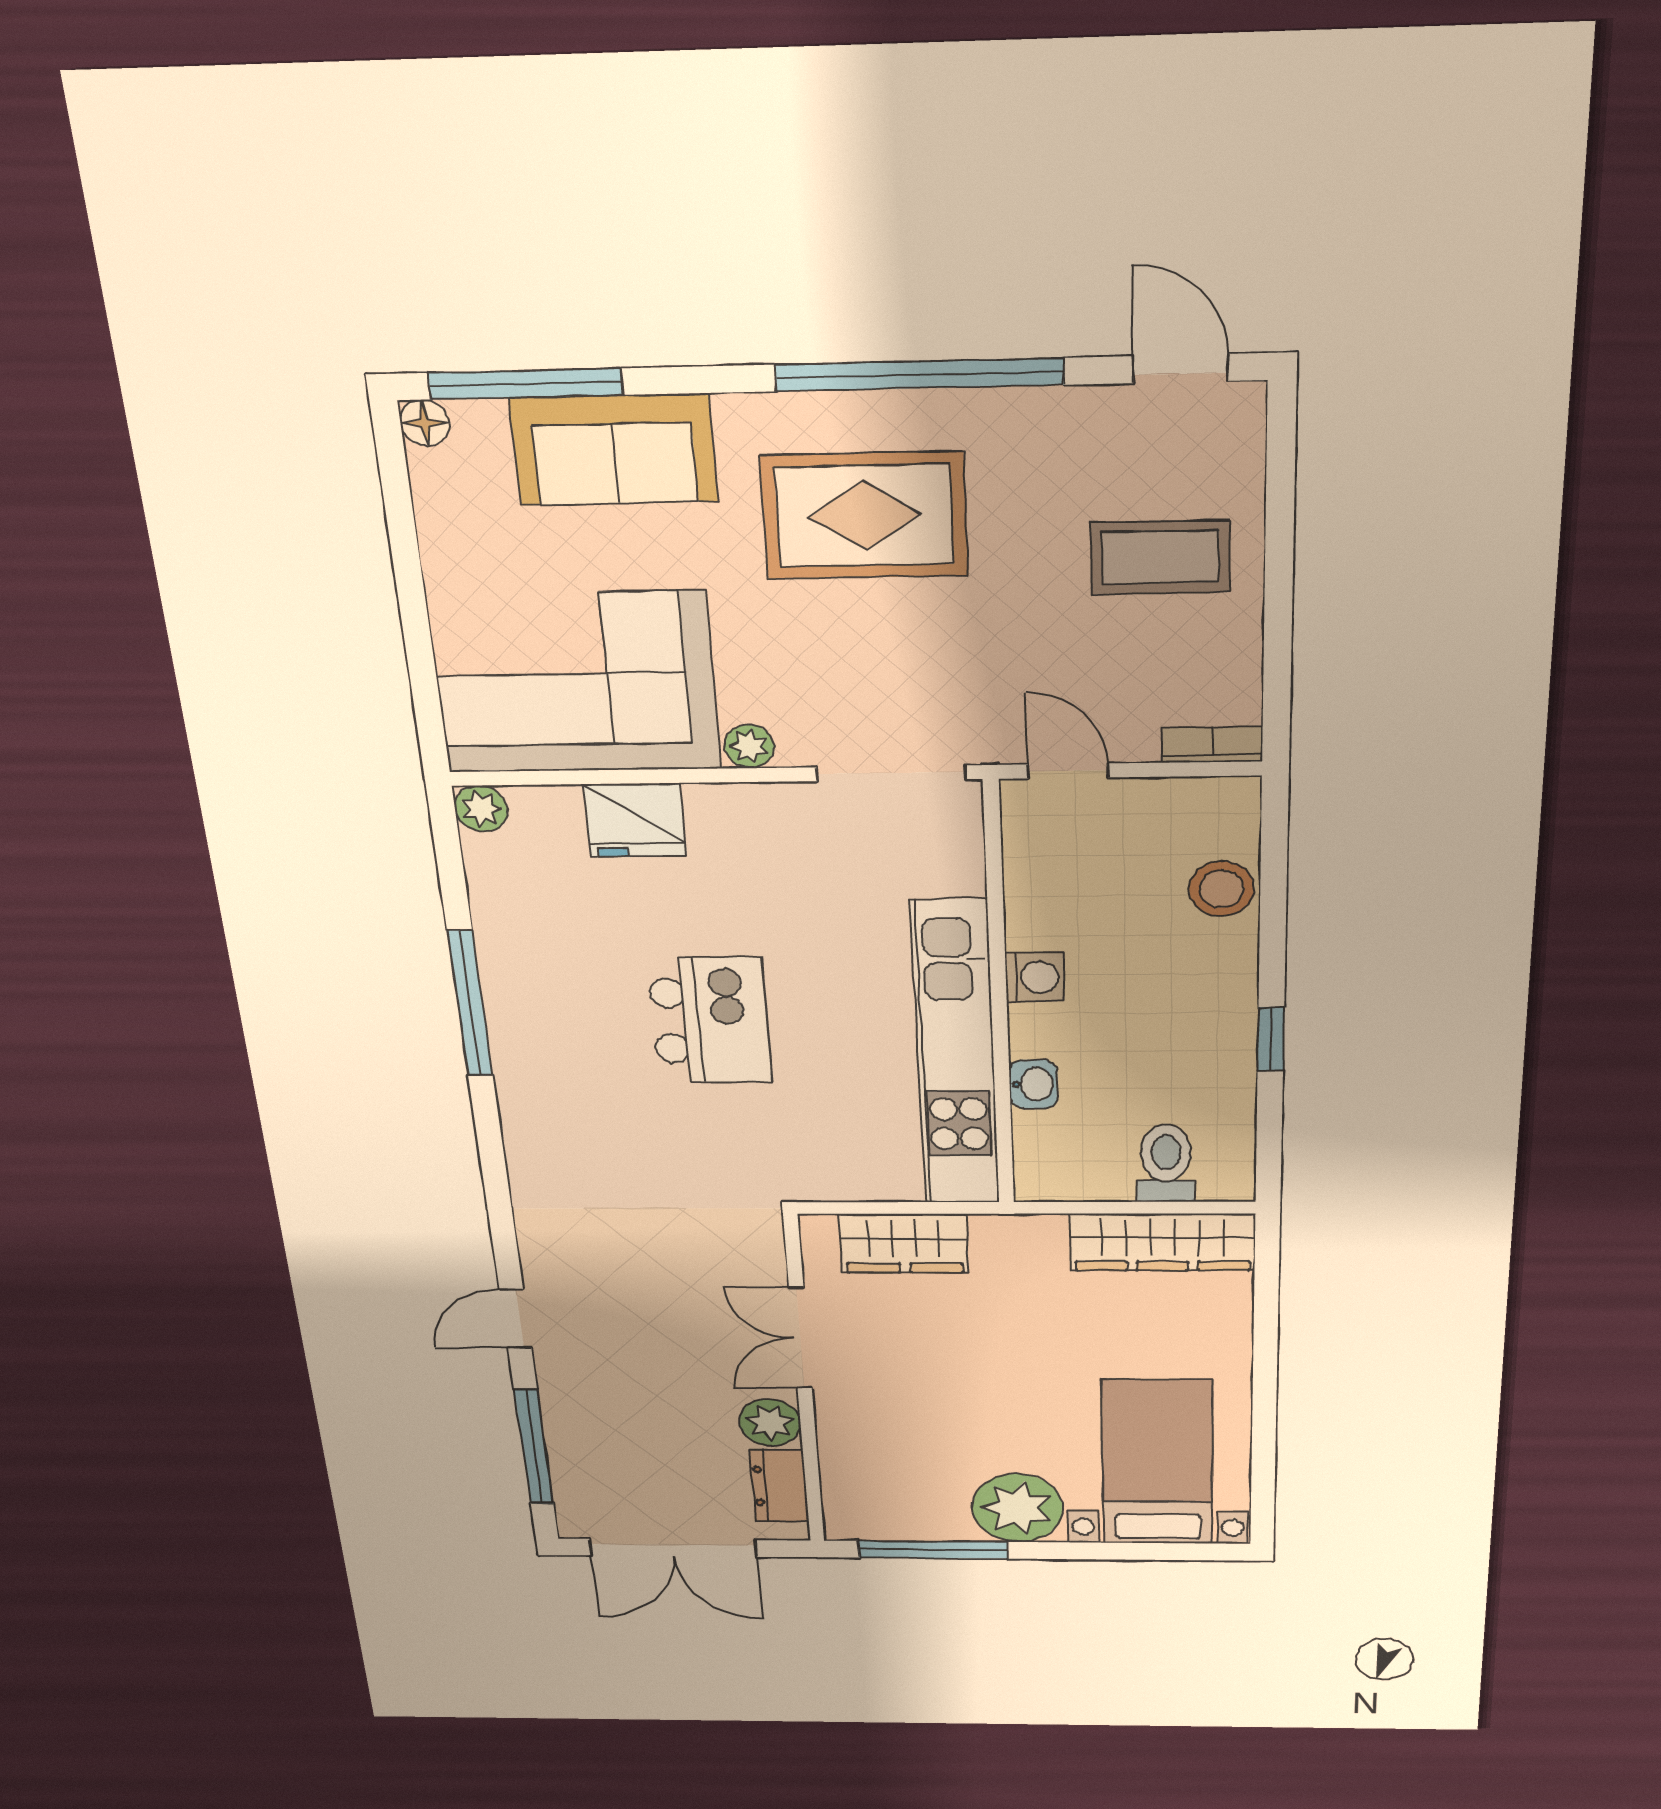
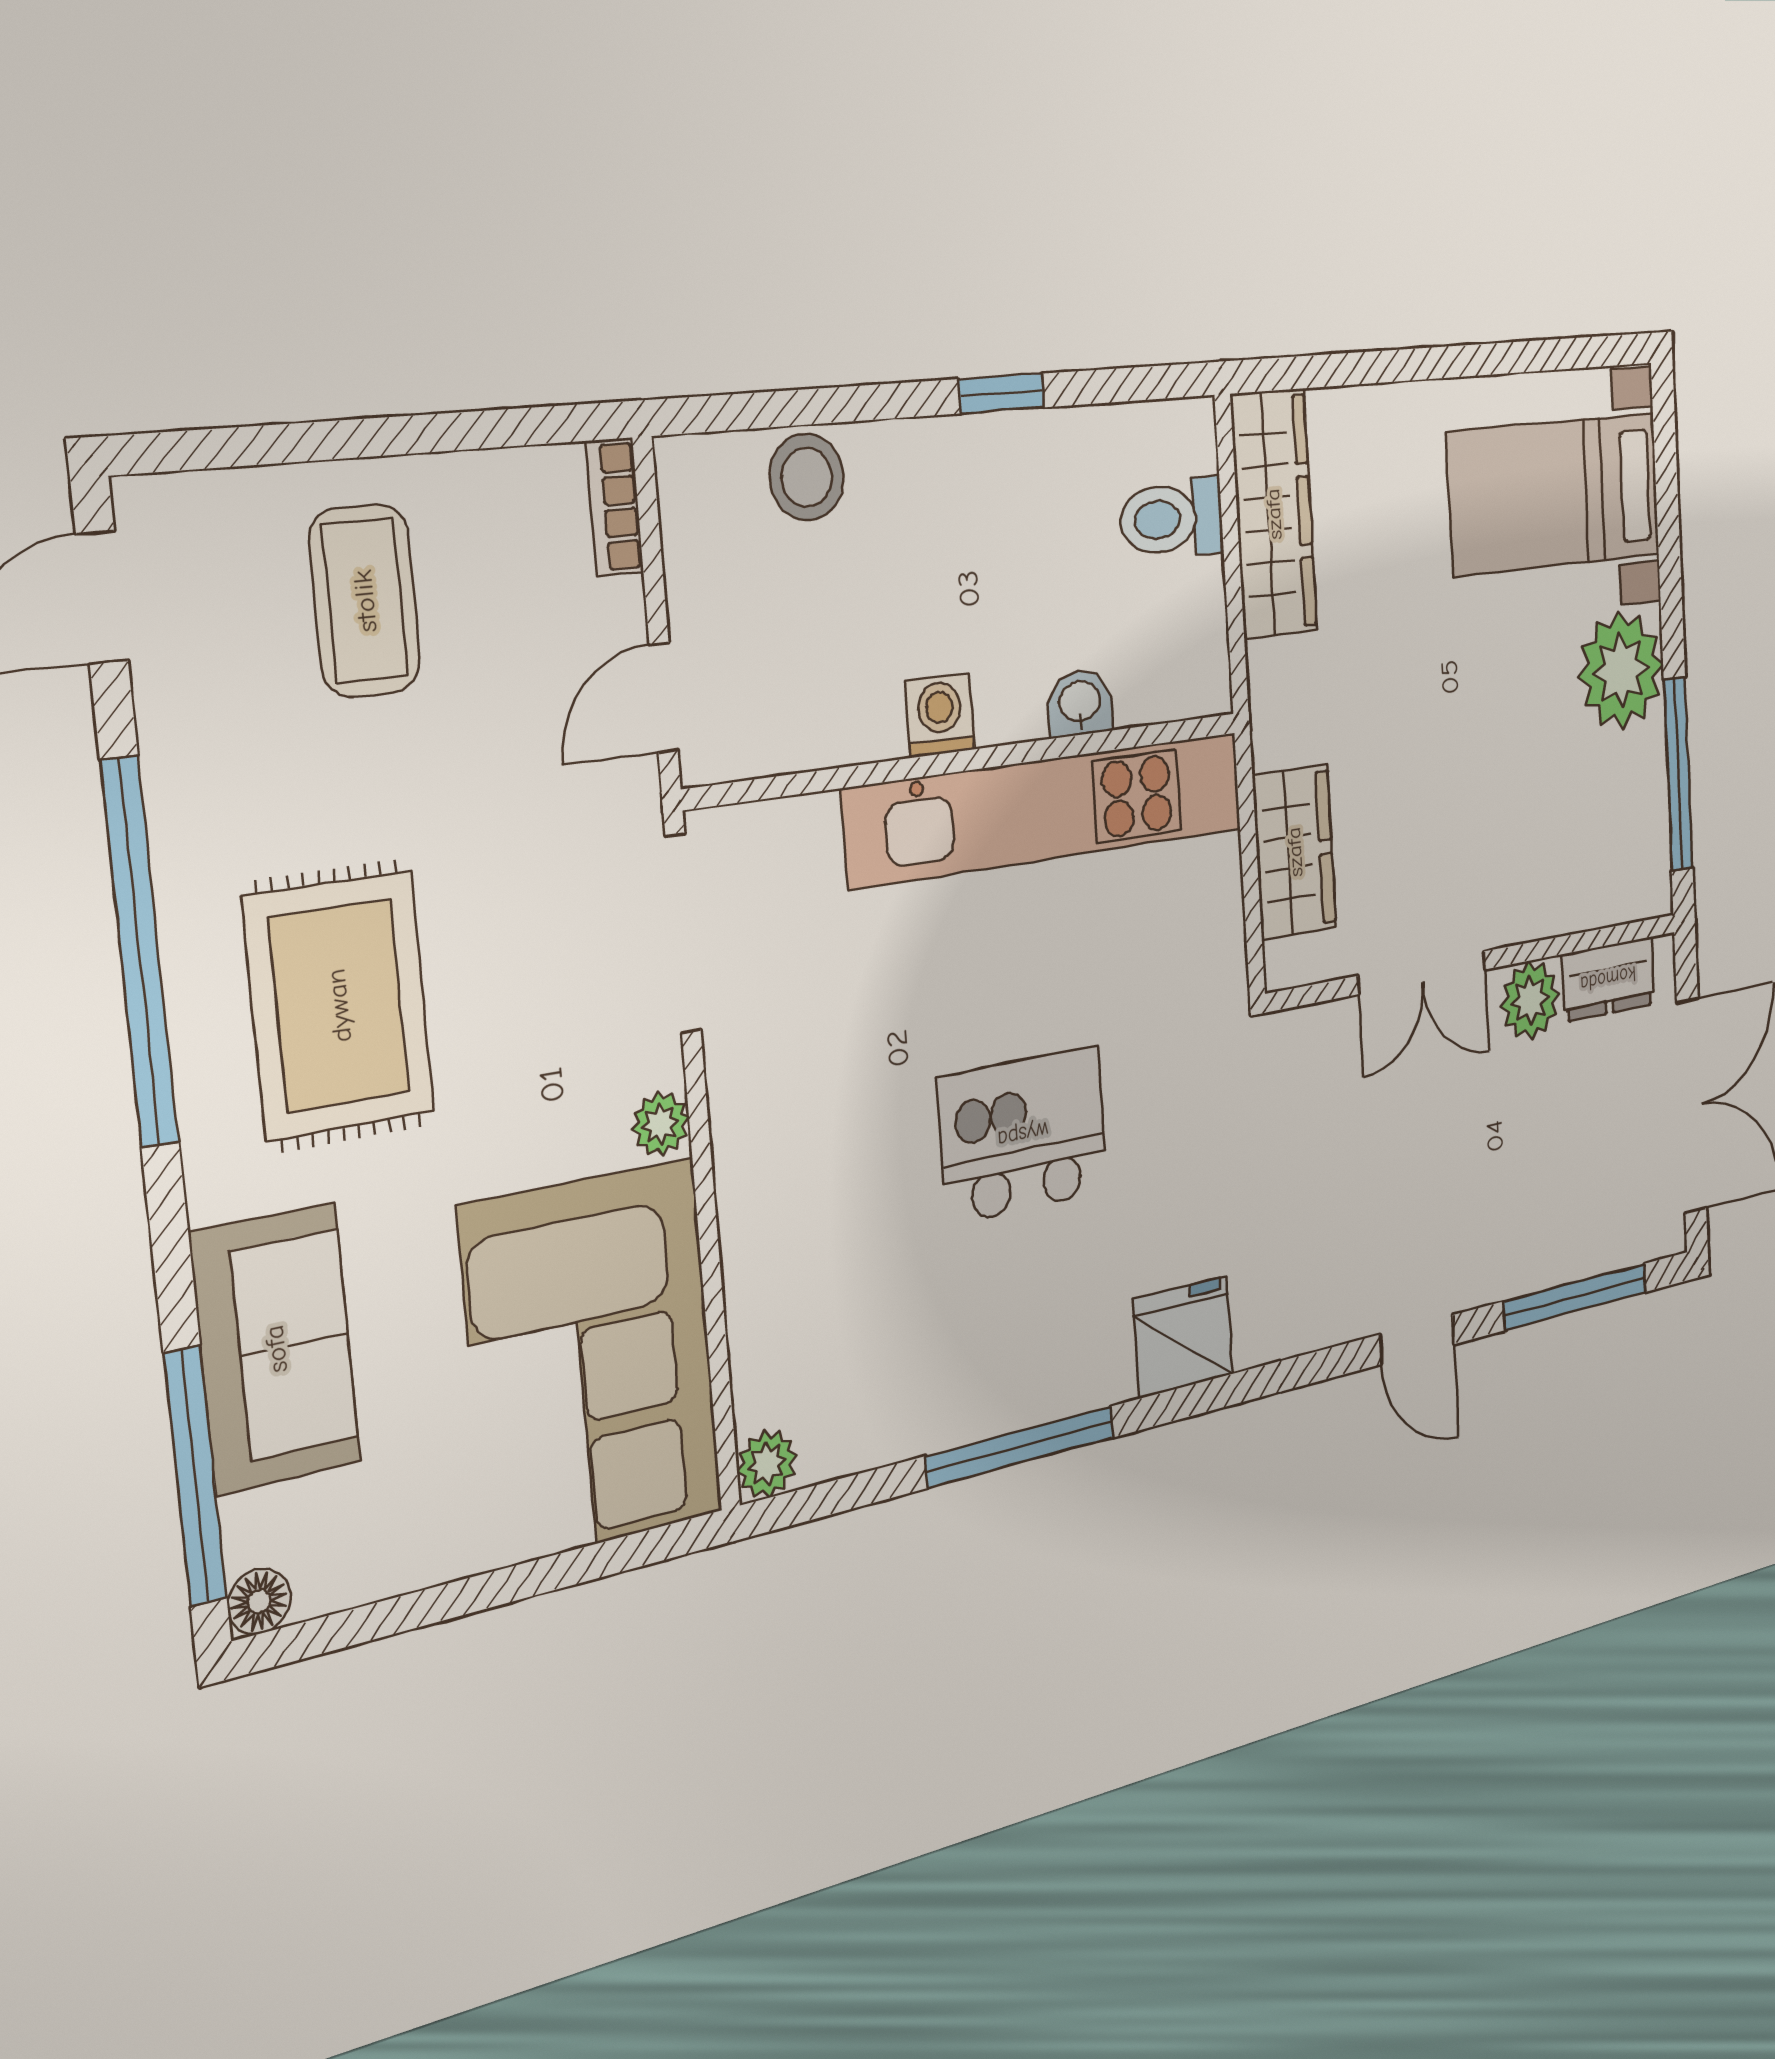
fridge: (635, 820) -> (1183, 1337), moved, turned -90

